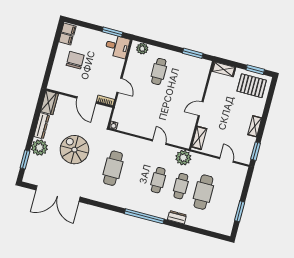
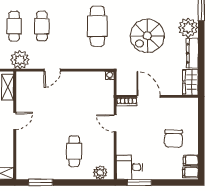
door: (159, 142) -> (52, 70), hinge flipped
spiral stairs: (74, 150) -> (147, 36), turned 90

